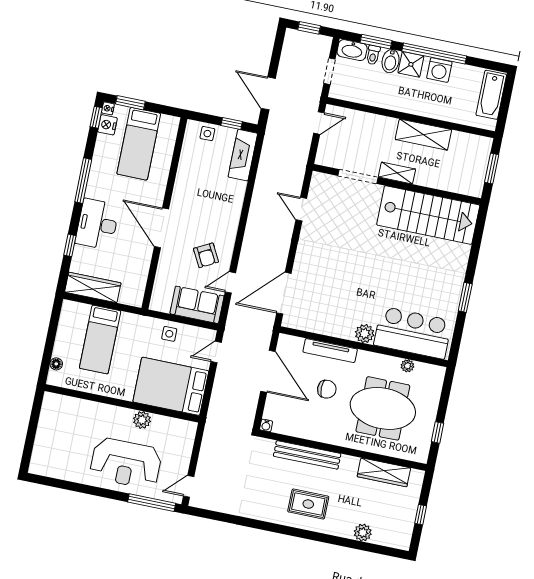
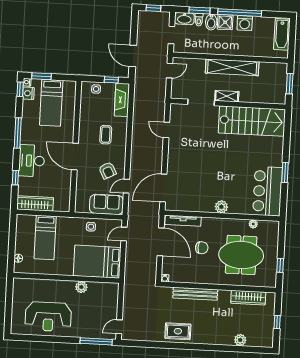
shelving: (423, 135) -> (232, 67), width x1.47
coffee table: (211, 202) -> (106, 135), added
bar counter: (413, 333) -> (267, 191), moved, turned -90
tv unit: (330, 351) -> (183, 221), moved
reception desk: (126, 463) -> (48, 317), moved
rug: (308, 504) -> (178, 331), moved

